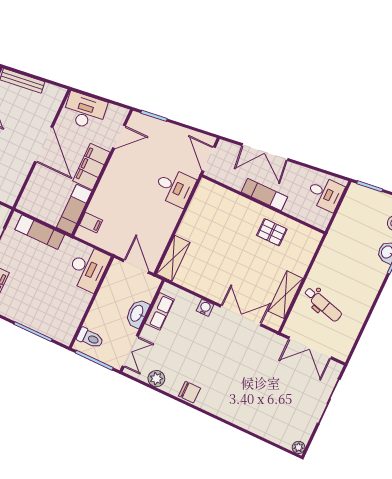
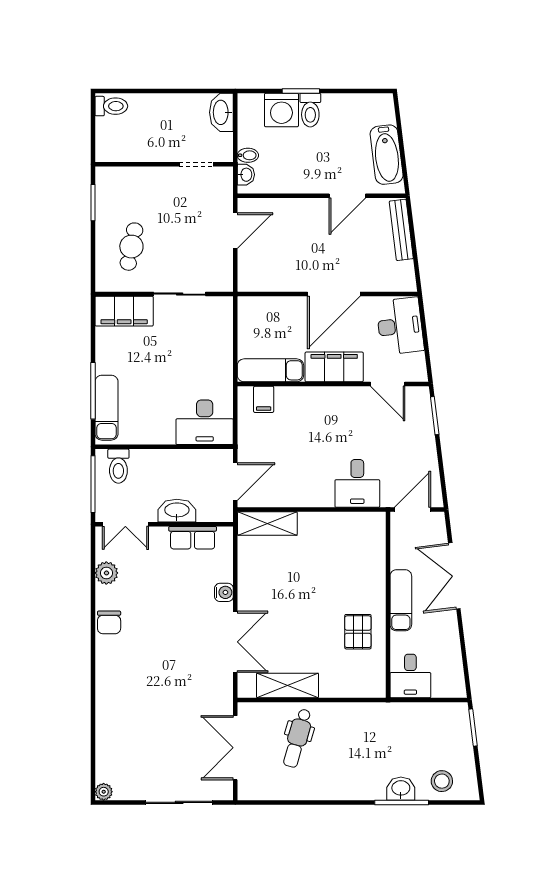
desk: (325, 193) -> (410, 676), moved
exam couch: (40, 232) -> (107, 408), moved, turned 180

